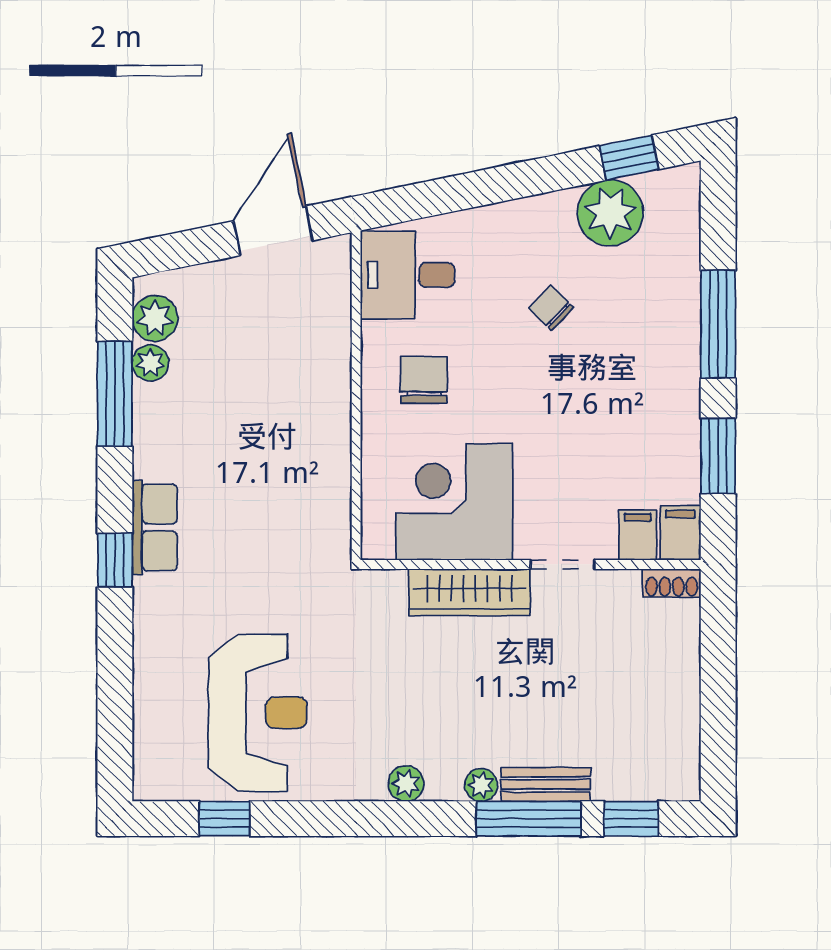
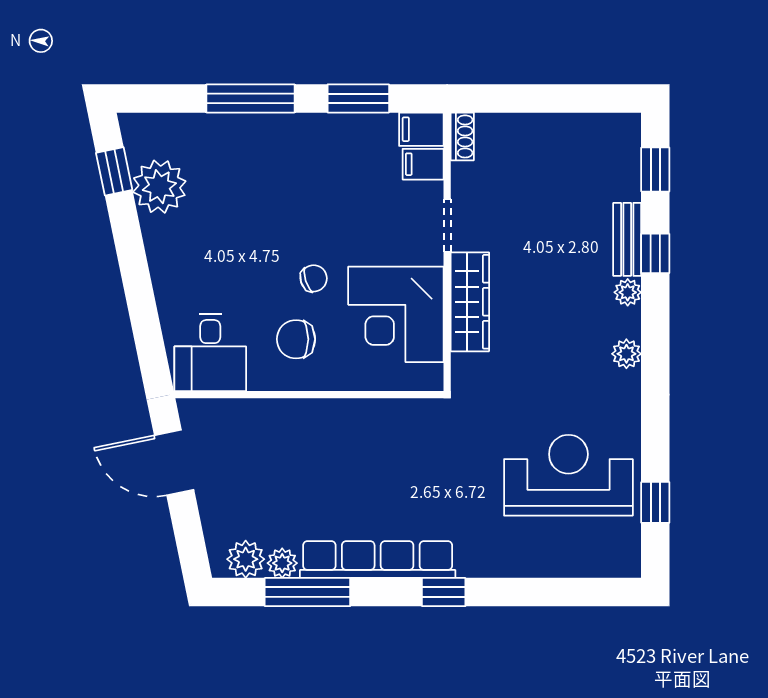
chair: (551, 308) -> (314, 278), moved, turned -152
row of seats: (155, 527) -> (378, 560), width x2.02
window: (529, 819) -> (655, 253), width x0.46

